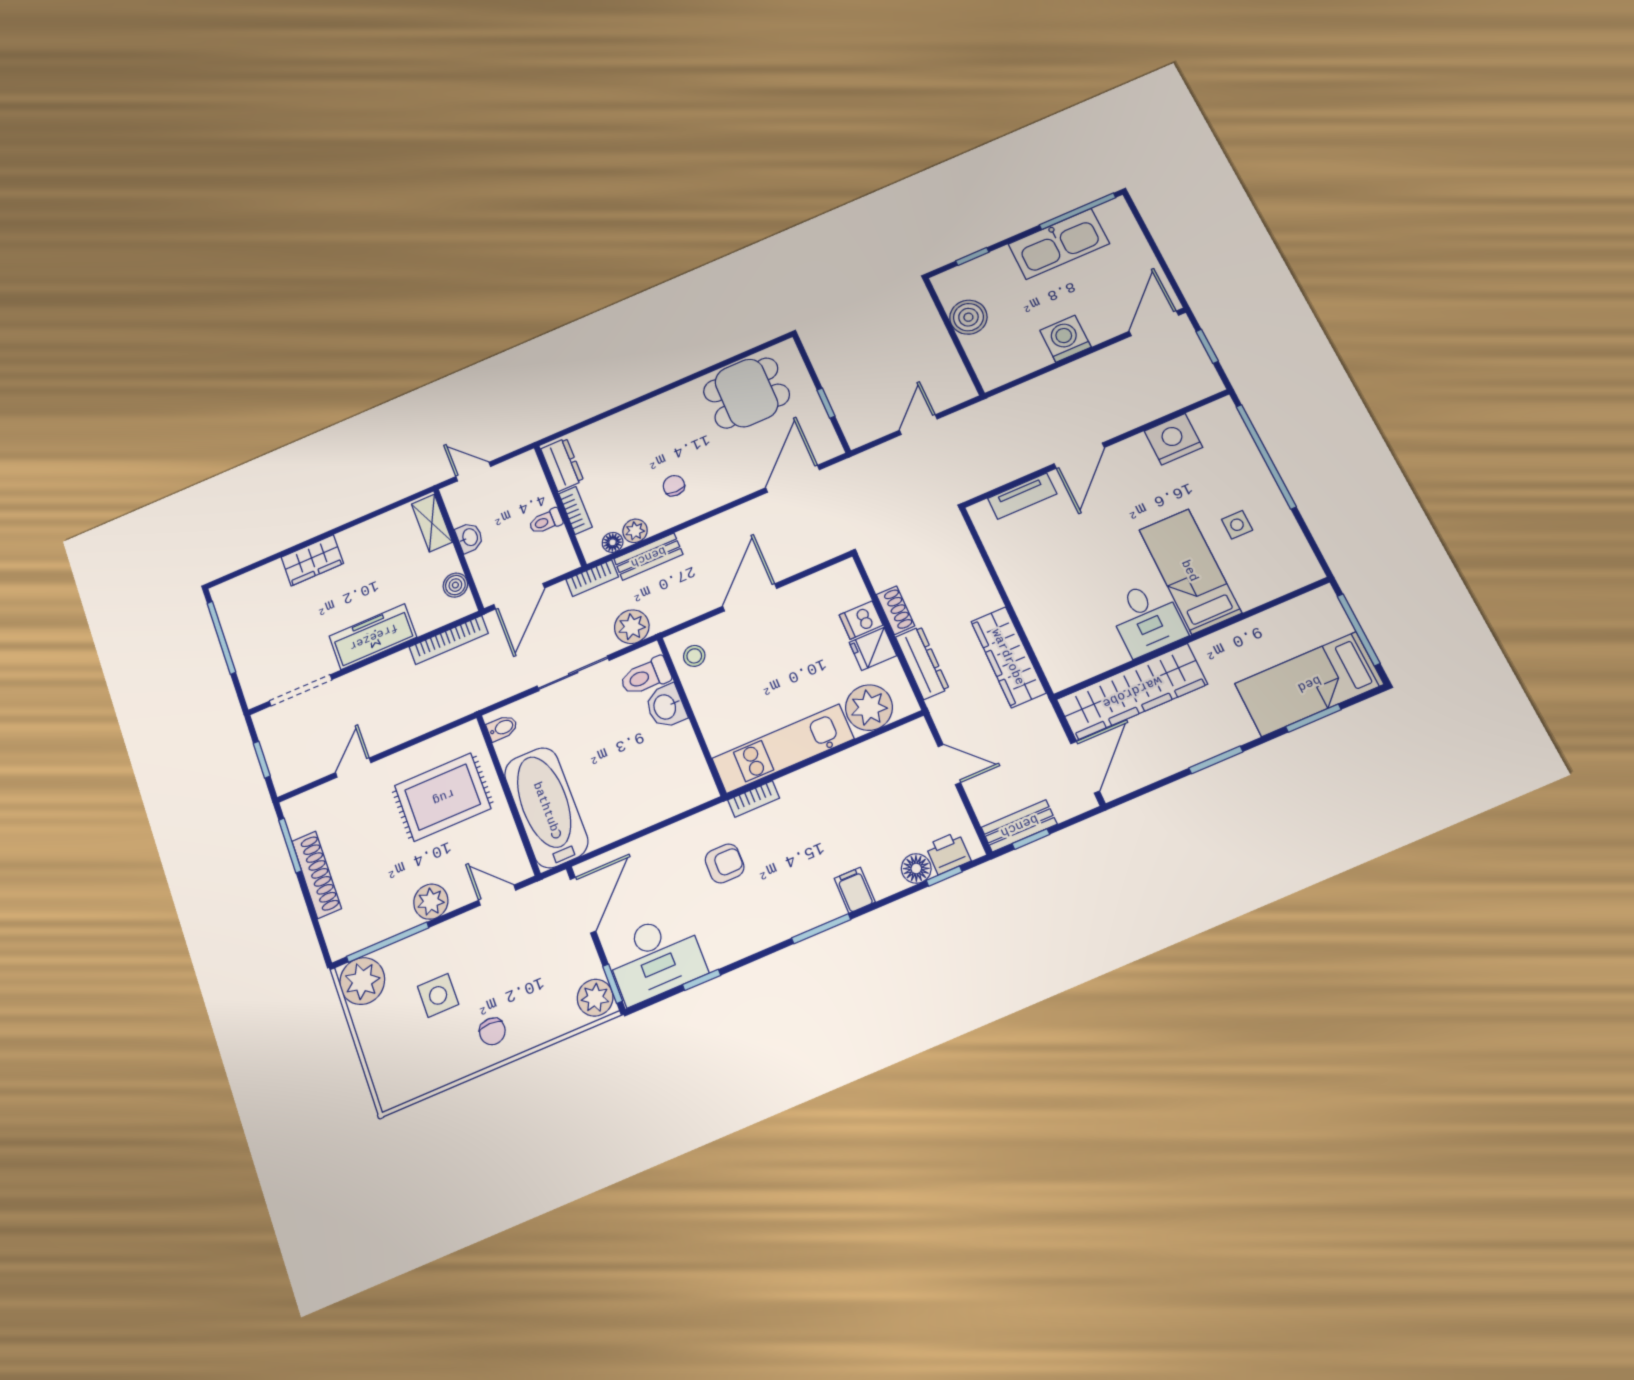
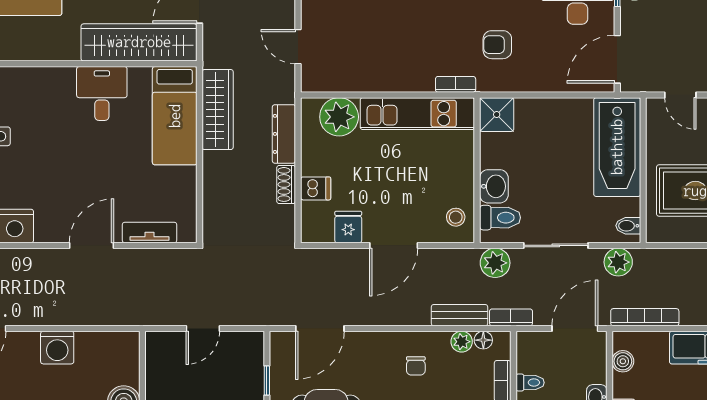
bed: (1190, 571) -> (175, 116), moved
fridge: (873, 649) -> (348, 227), moved, turned -90
plant: (499, 685) -> (618, 262), added
shower: (694, 786) -> (497, 115), added

